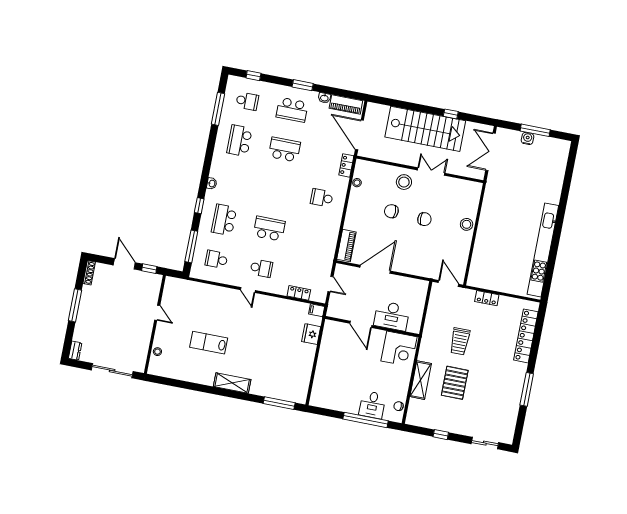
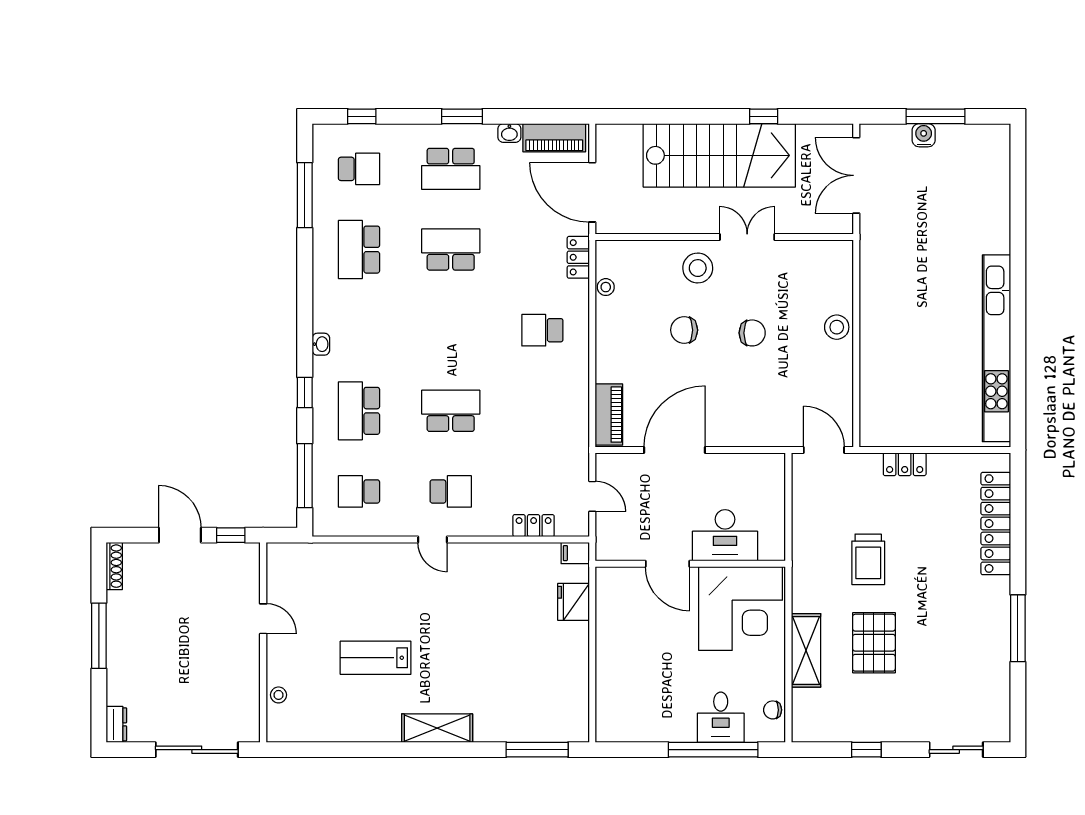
corner desk: (399, 349) -> (741, 609), width x1.36, depth x1.36

